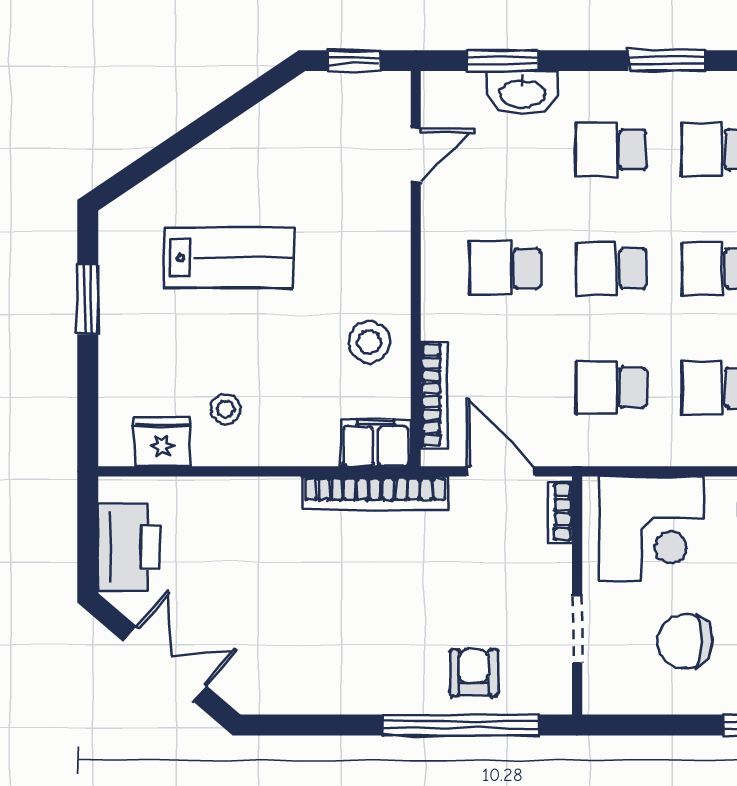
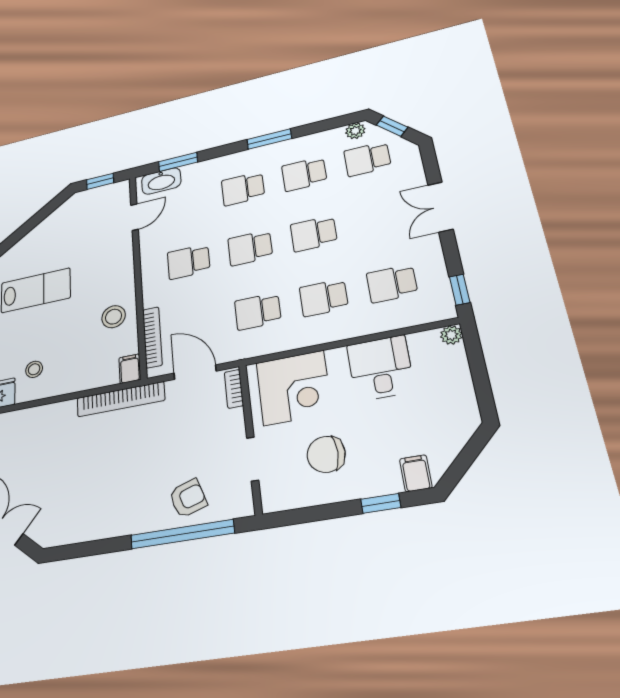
washbasin: (522, 93) -> (161, 181), moved
filing cabinet: (376, 443) -> (130, 369), width x0.50
armchair: (474, 673) -> (188, 498), turned 72

